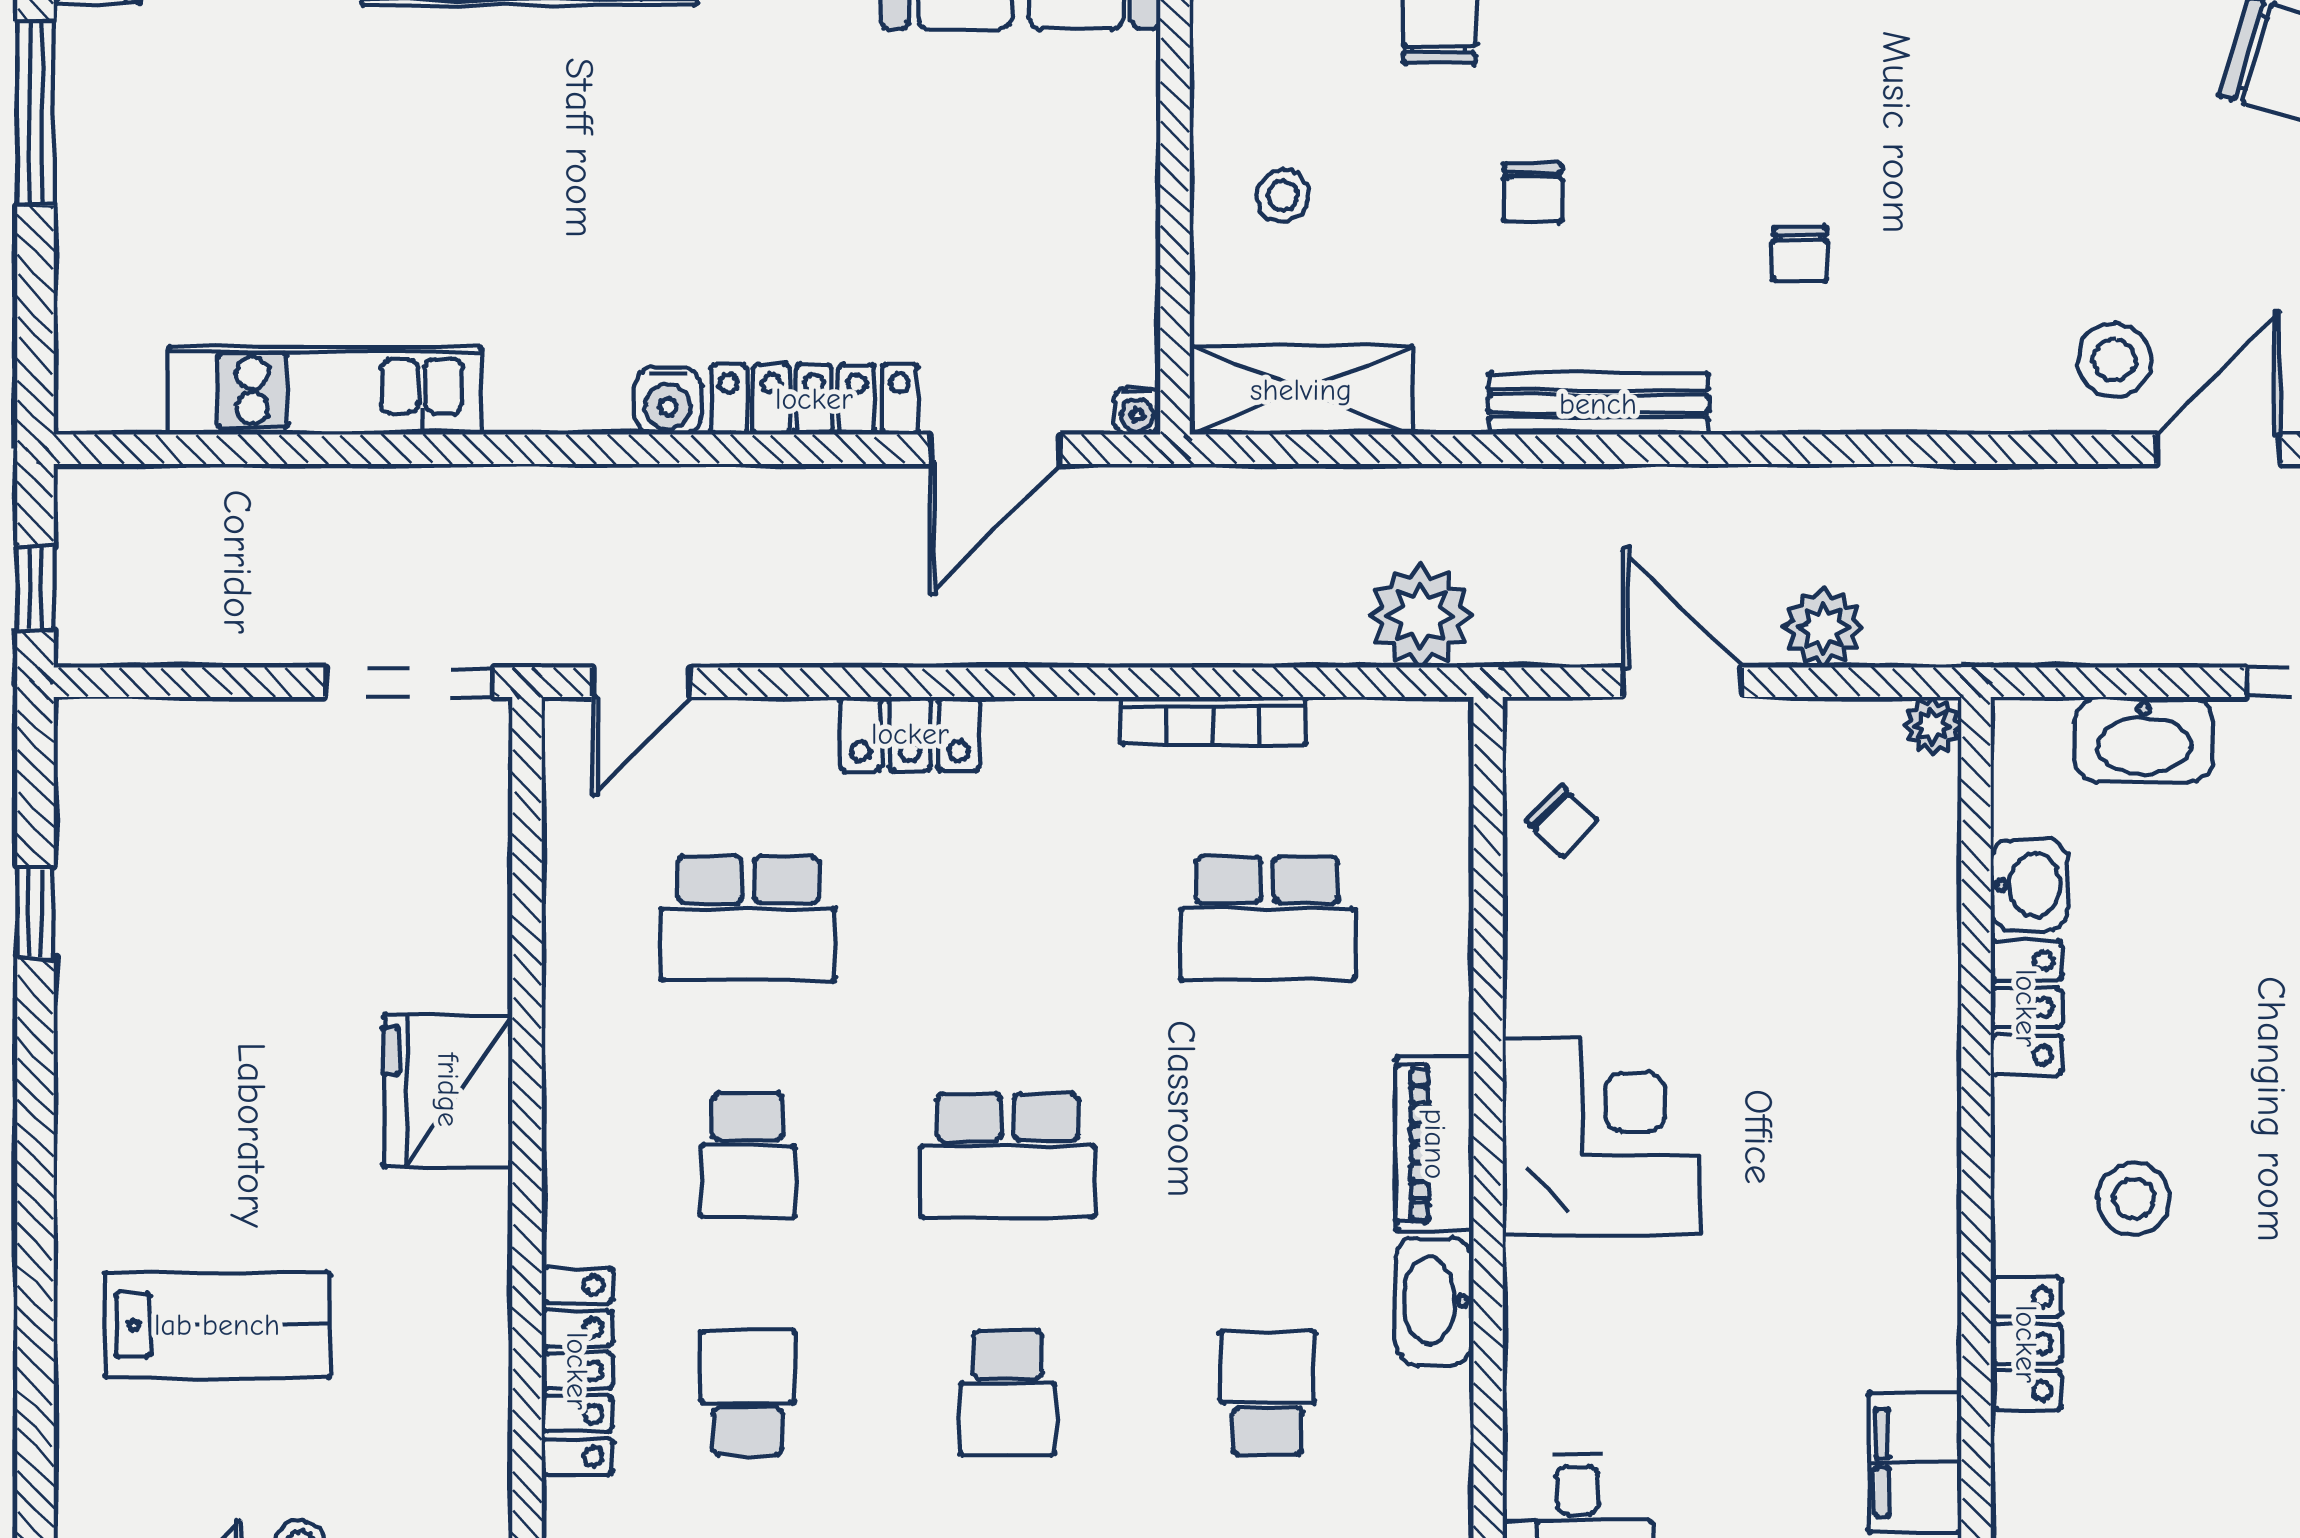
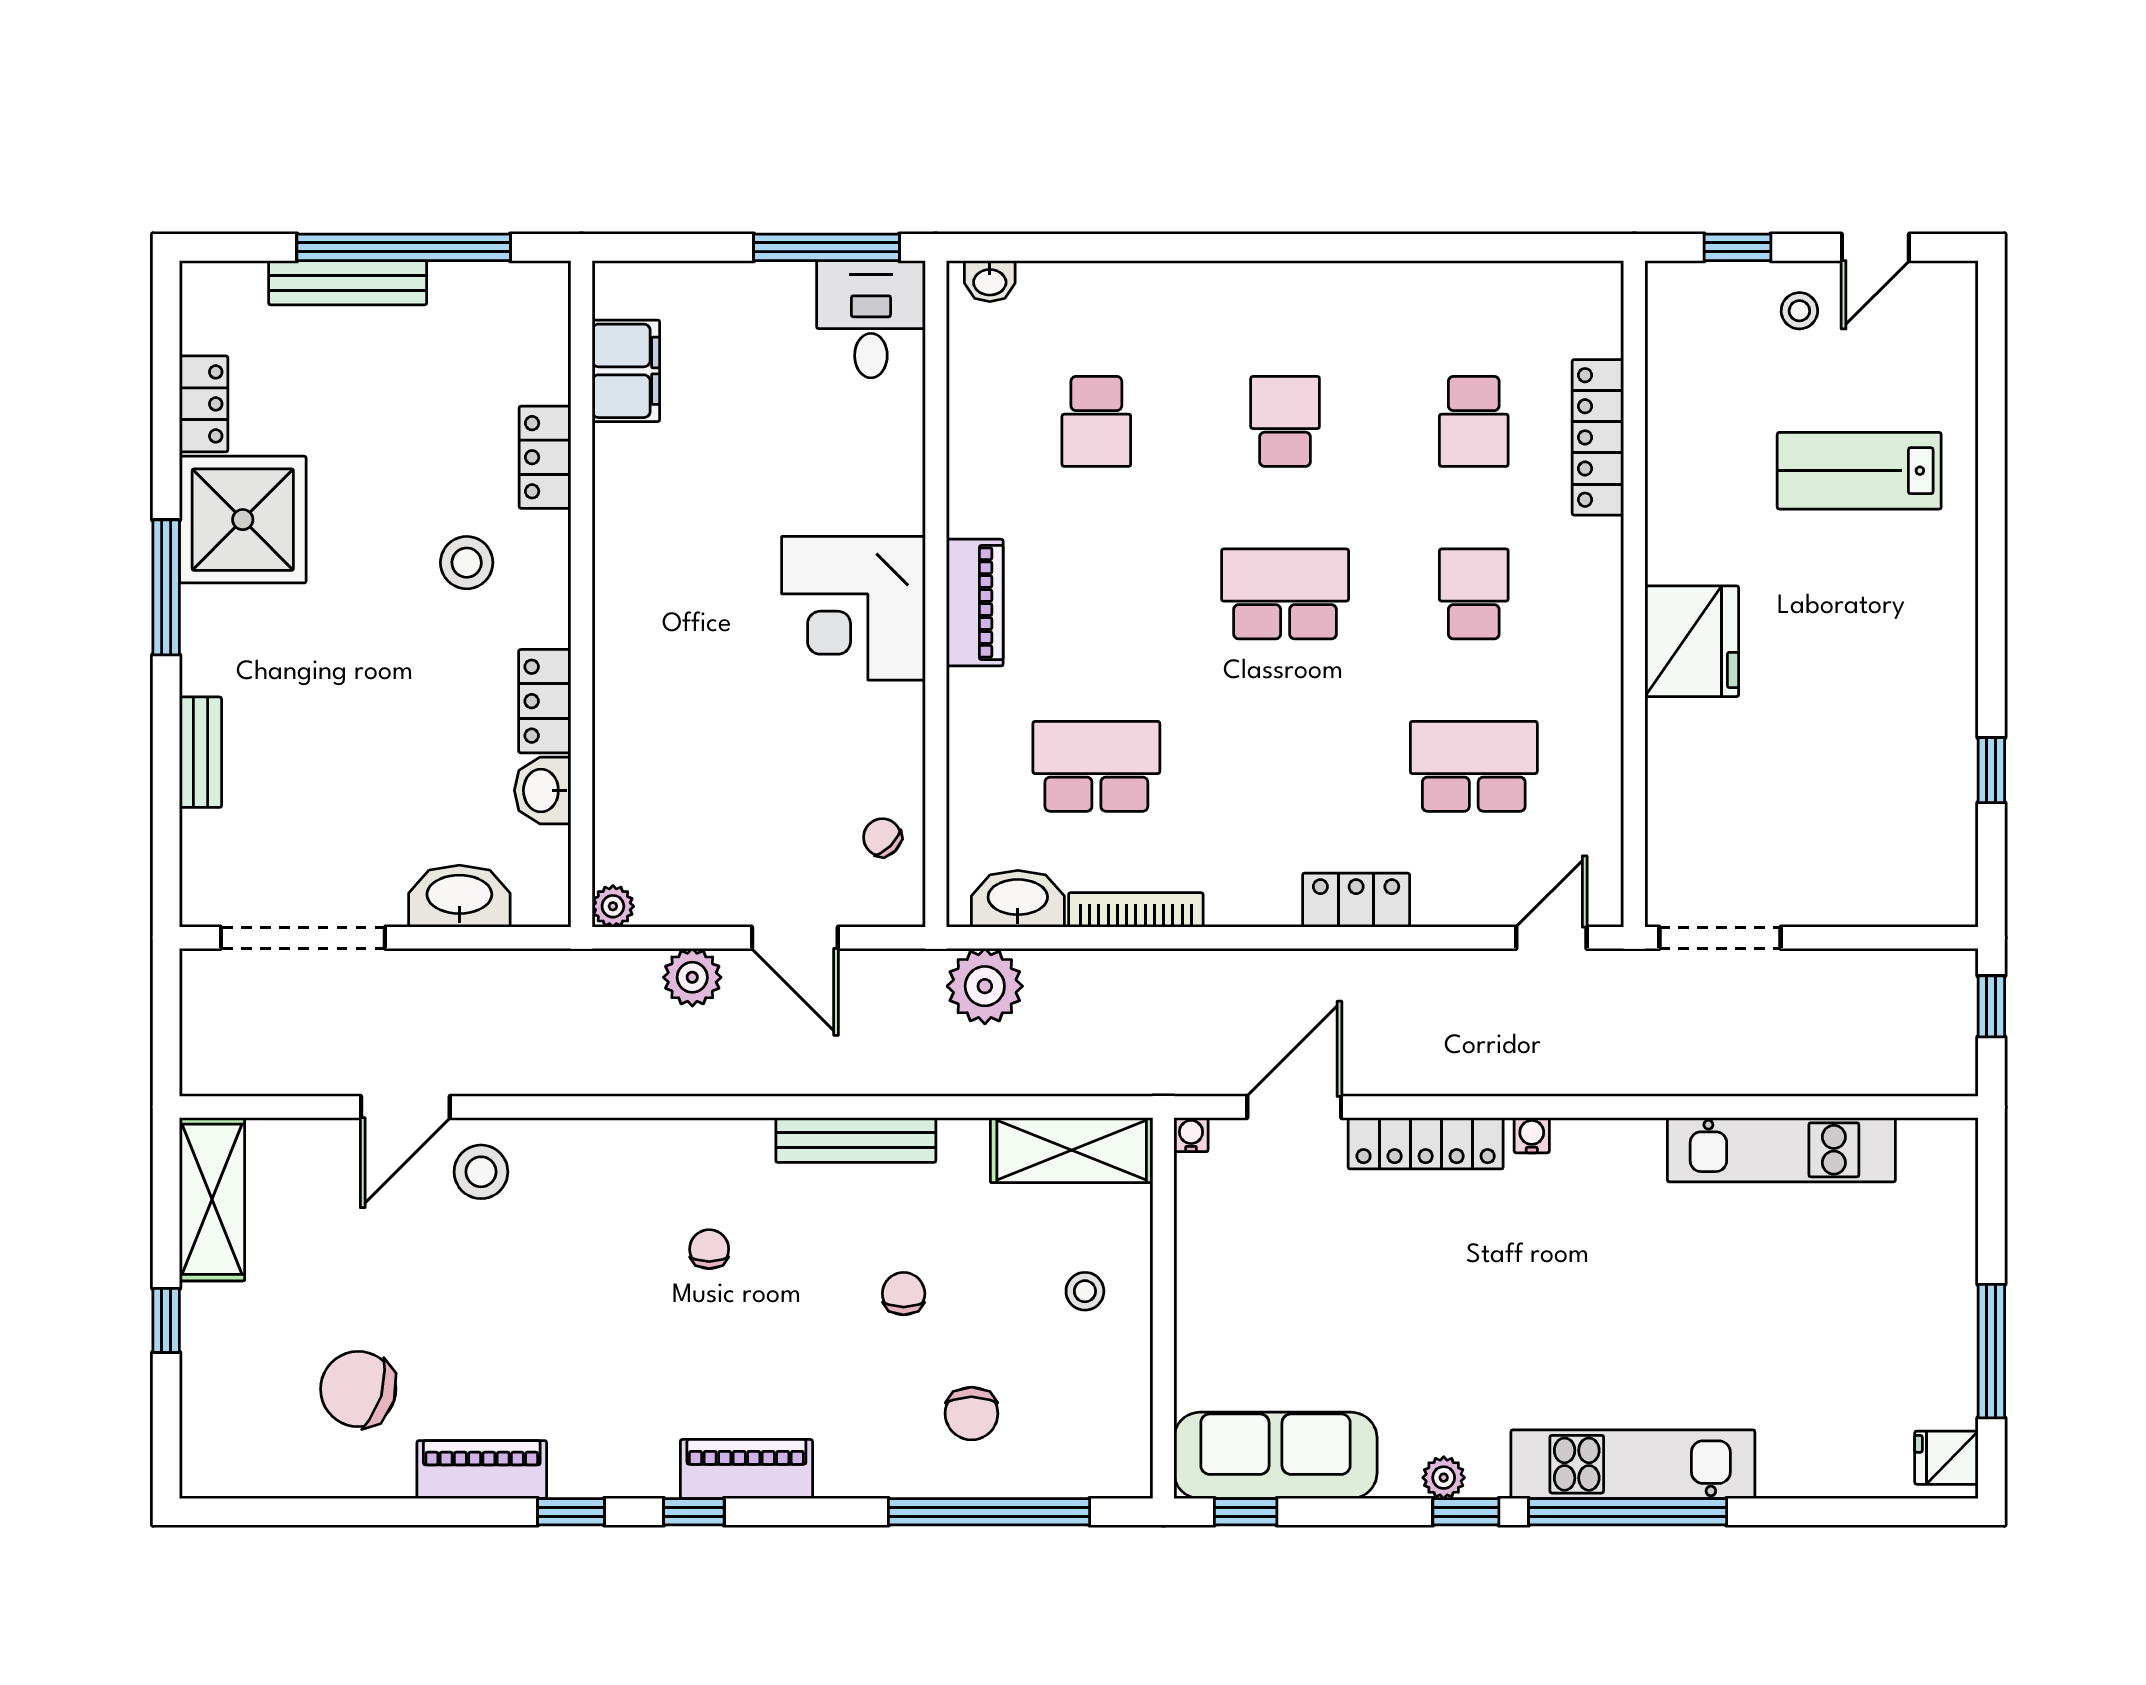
water cooler: (668, 401) -> (1532, 1135), width x0.72, depth x0.72
washbasin: (1434, 1301) -> (1018, 899), moved, turned -90

